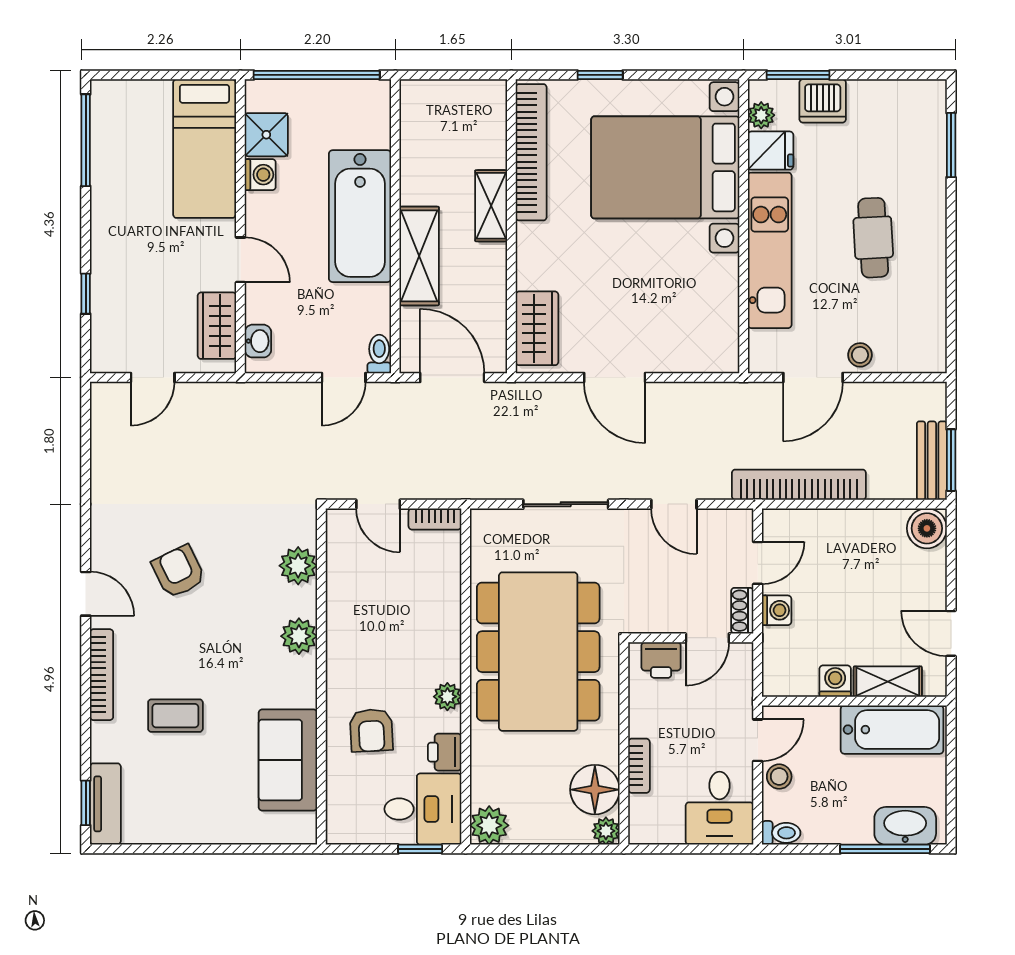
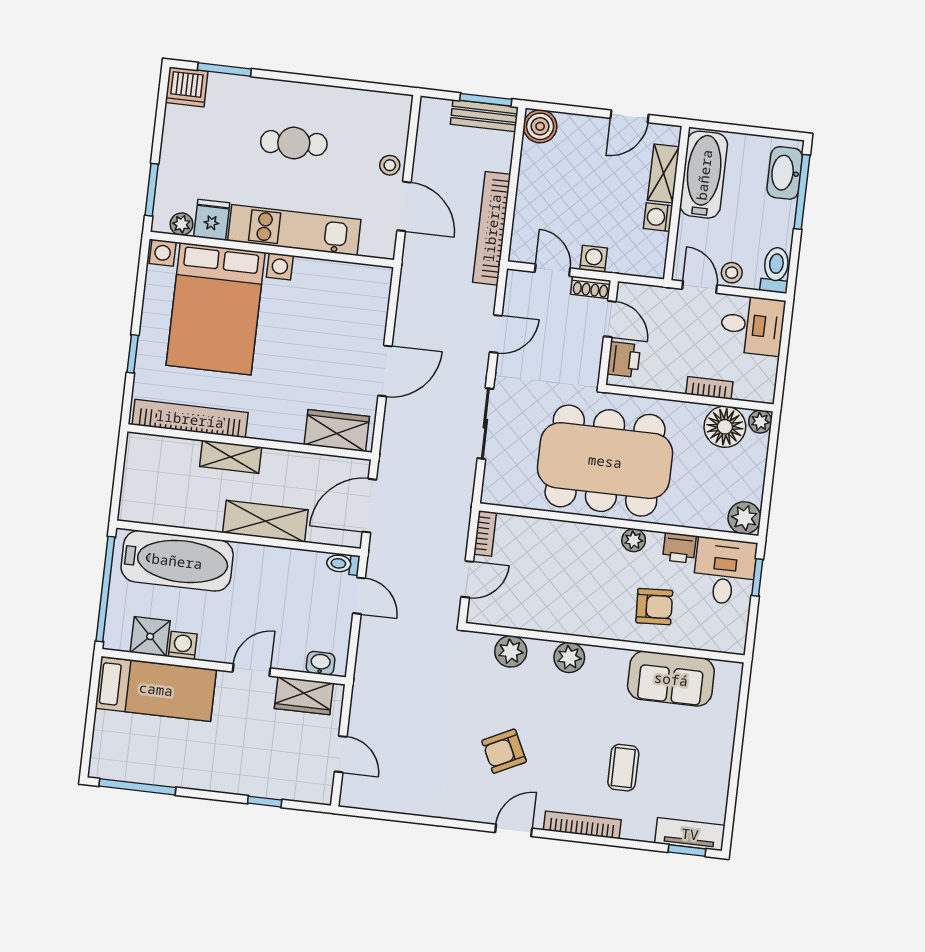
dishwasher: (823, 101) -> (187, 87), moved, turned 90
bathtub: (360, 216) -> (177, 561), moved
toilet: (781, 833) -> (776, 270), width x1.37, depth x1.39

